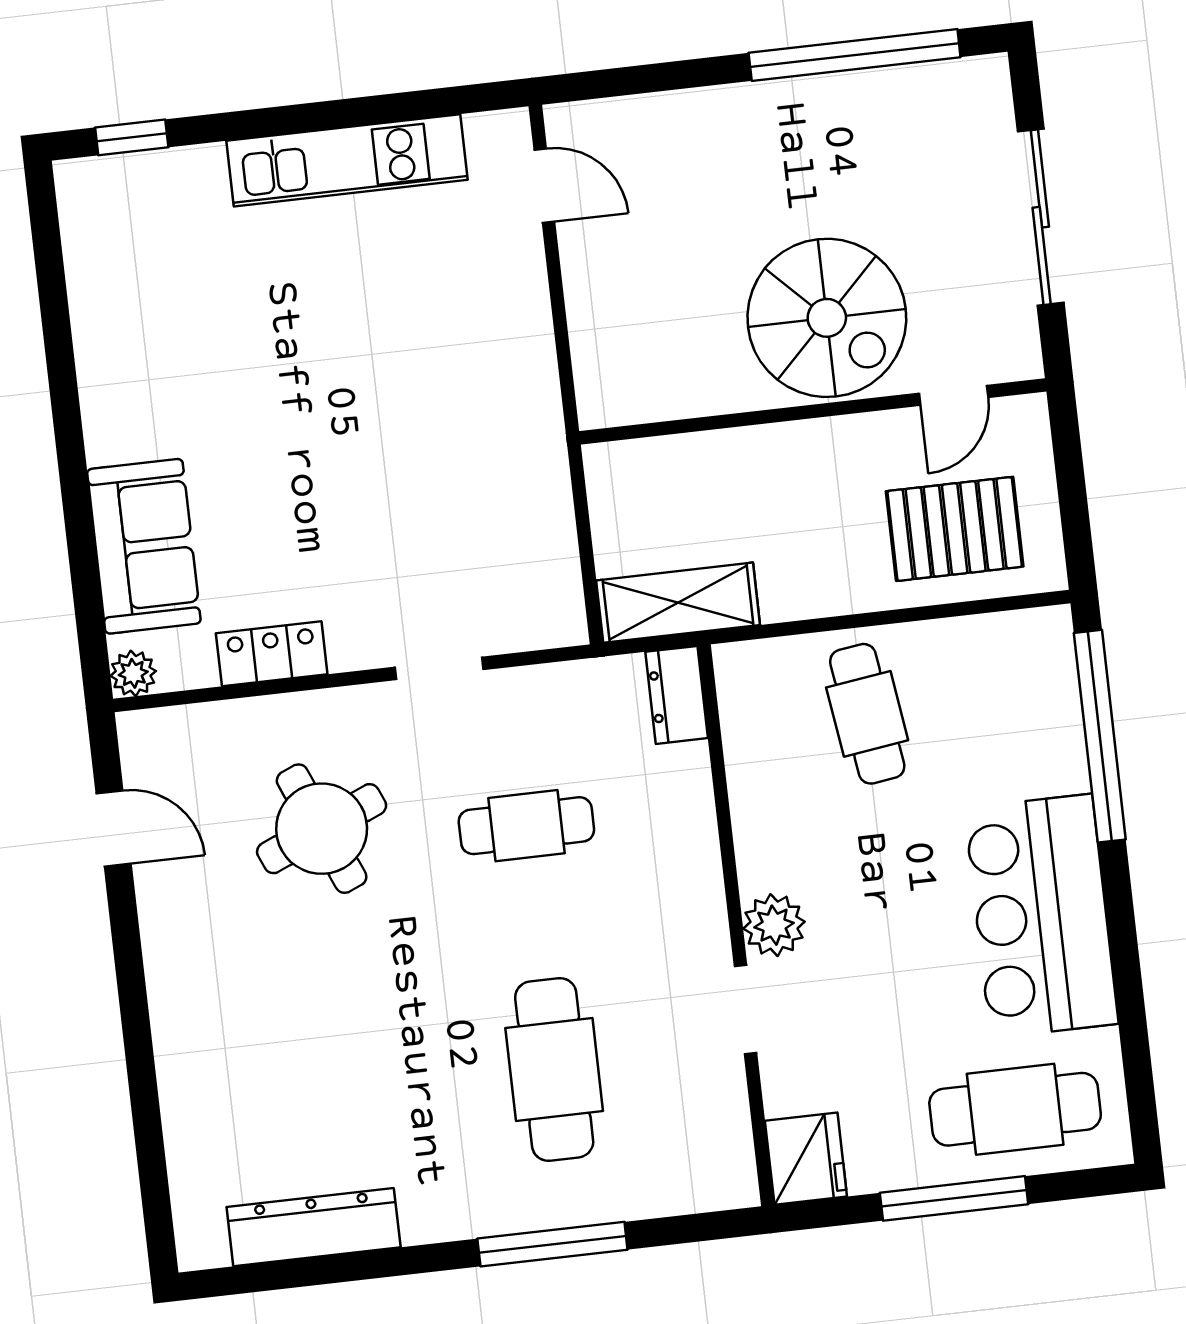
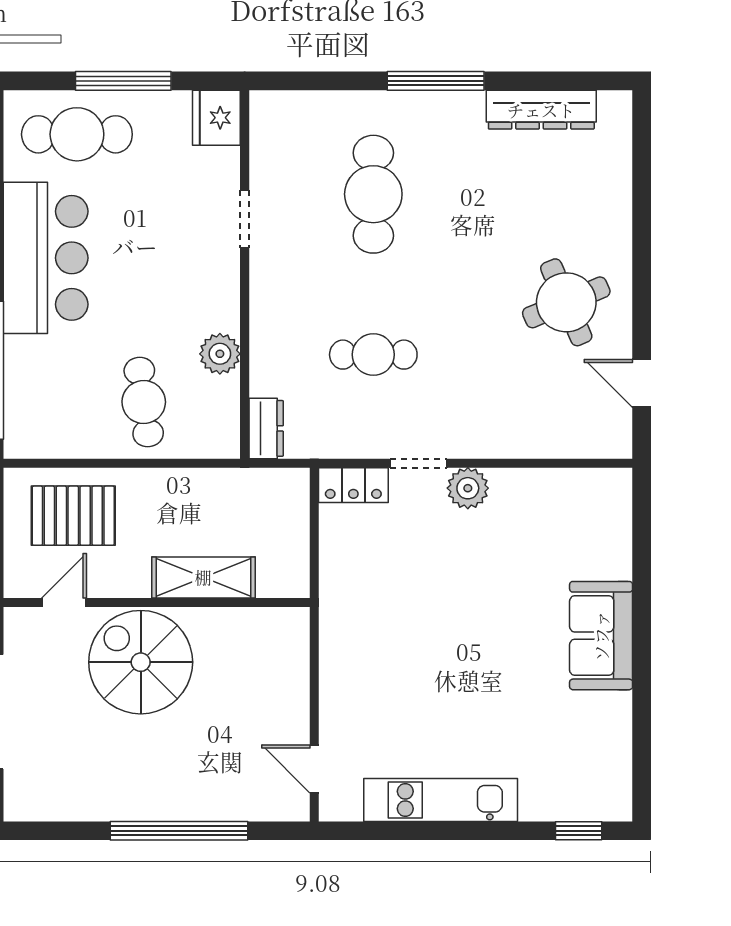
window: (855, 55) -> (179, 831), moved
sofa: (144, 546) -> (601, 636), moved
shelving: (678, 603) -> (203, 577), moved
locker: (272, 654) -> (353, 485), moved
plant: (133, 673) -> (468, 488), moved, width x1.38, depth x1.38
round table: (322, 829) -> (566, 302), moved
plant: (774, 925) -> (220, 354), moved
window: (552, 1244) -> (436, 81), moved

